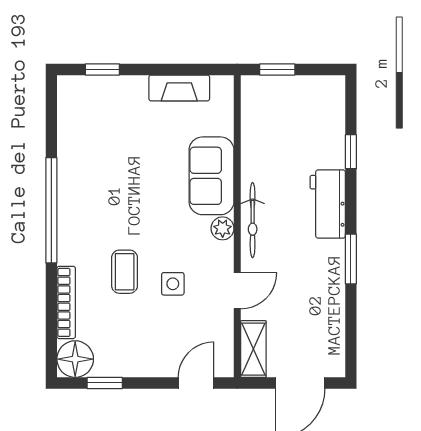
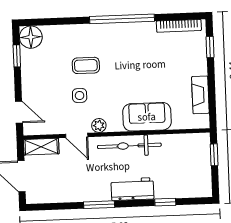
bicycle: (253, 220) -> (129, 146), width x1.37, depth x1.40
plant: (223, 228) -> (99, 125), moved
bookcase: (66, 302) -> (179, 26), moved

